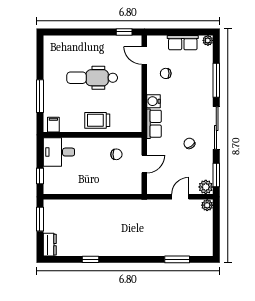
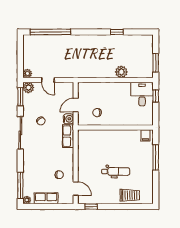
dental chair: (92, 78) -> (116, 171), width x0.73, depth x0.72
window: (216, 80) -> (20, 185), moved
water cooler: (154, 101) -> (68, 119), moved
trolley: (97, 120) -> (130, 195), moved
desk: (59, 152) -> (142, 94), moved, turned -90
door: (180, 197) -> (48, 80), hinge flipped
plant: (85, 207) -> (121, 72), added
dresser: (50, 245) -> (148, 43), removed
window: (177, 259) -> (50, 32), width x2.11

